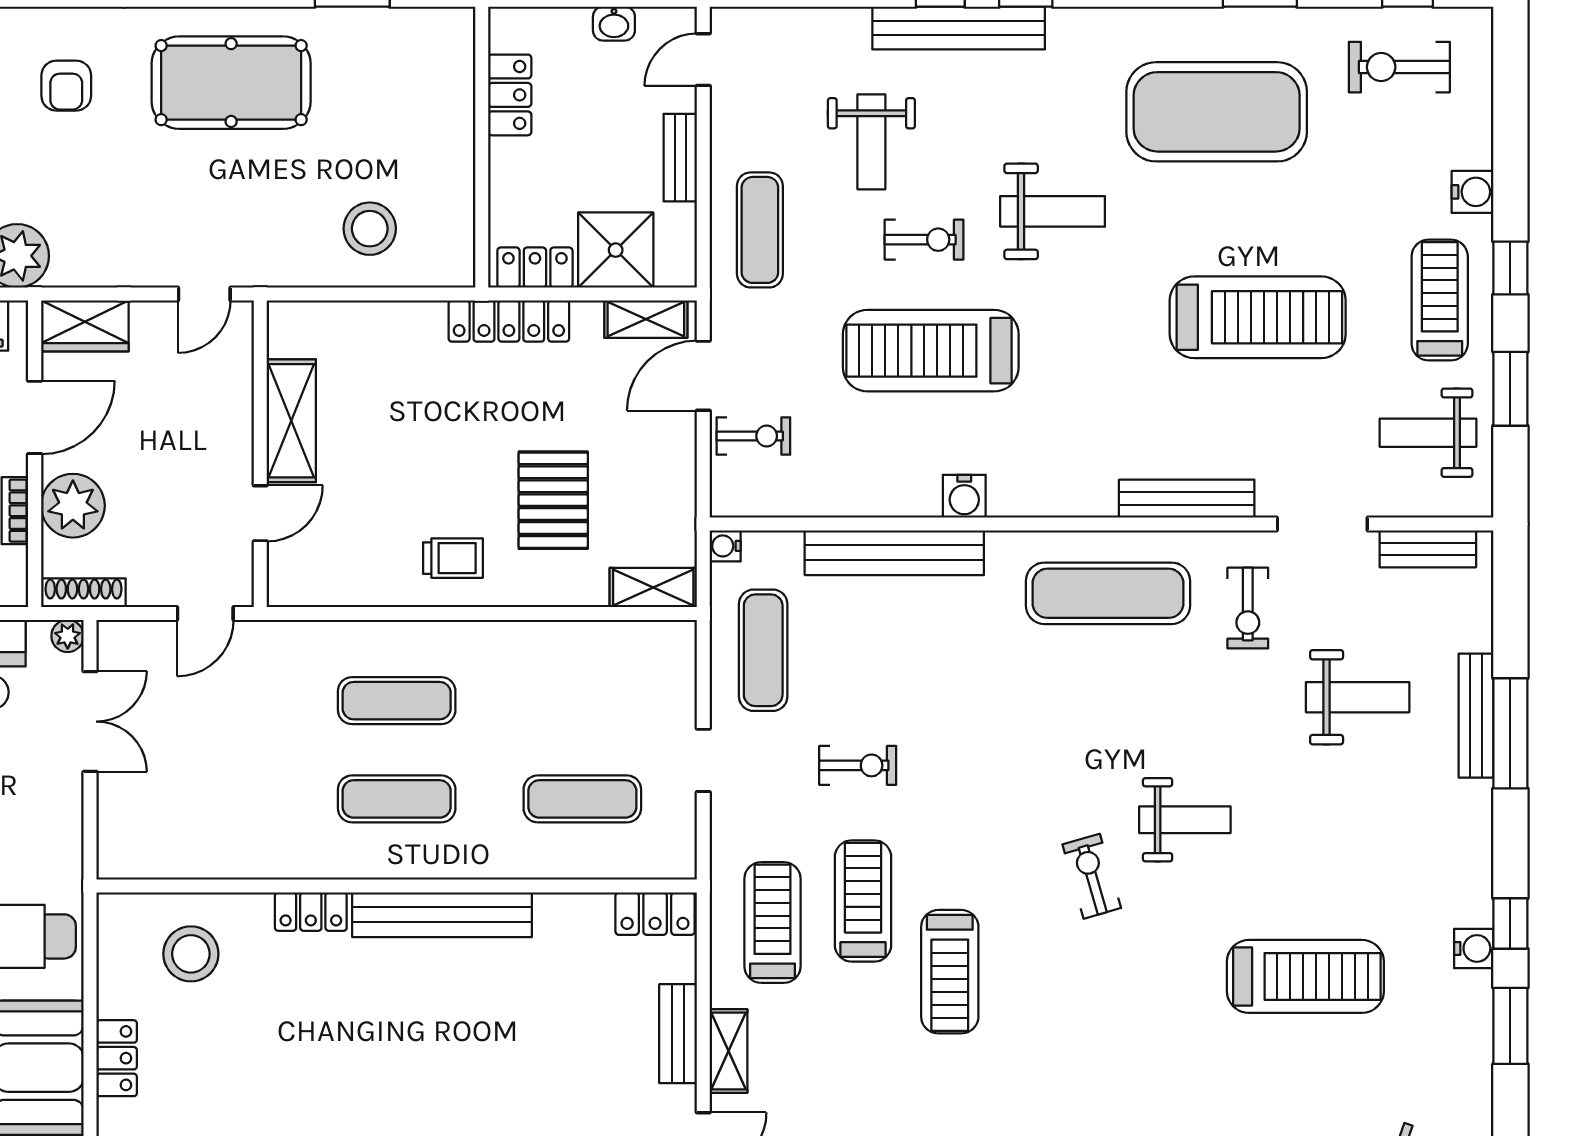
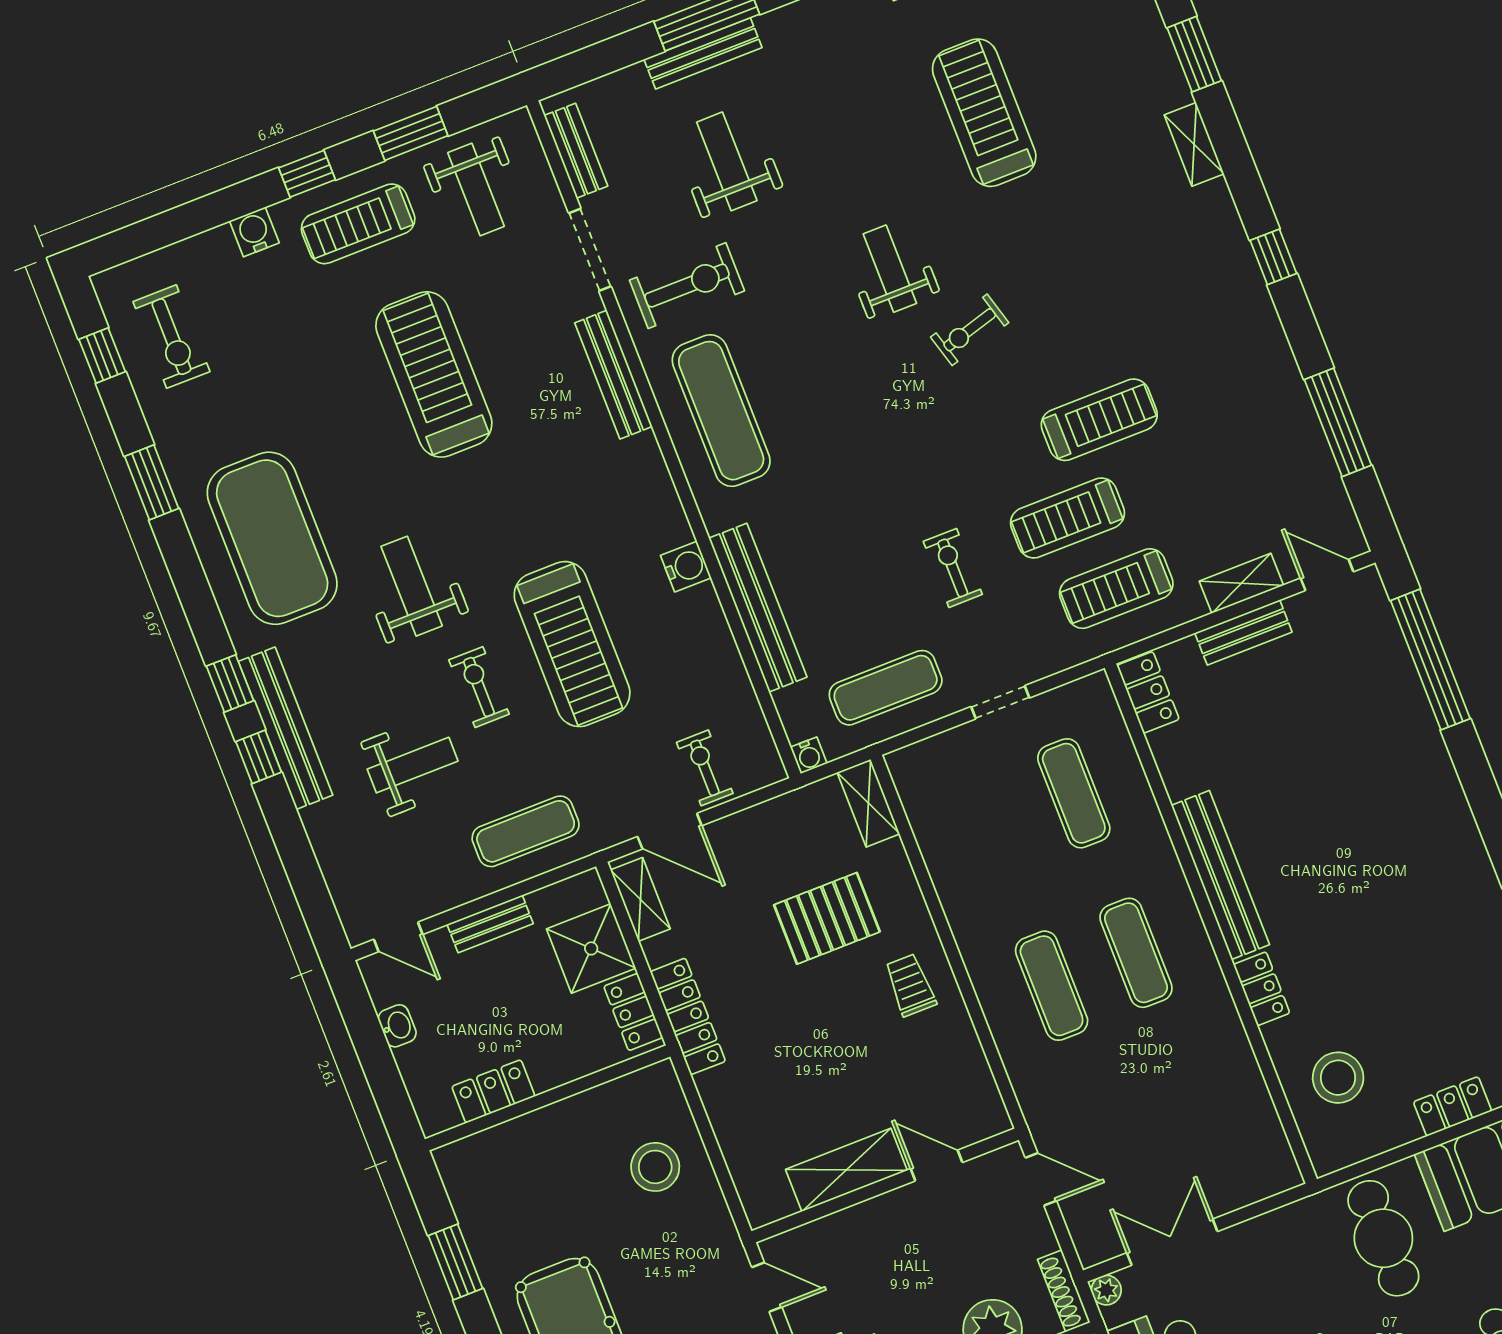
exercise mat: (1217, 112) -> (272, 538), moved
exercise bike: (1248, 608) -> (687, 286), width x1.38, depth x1.39

